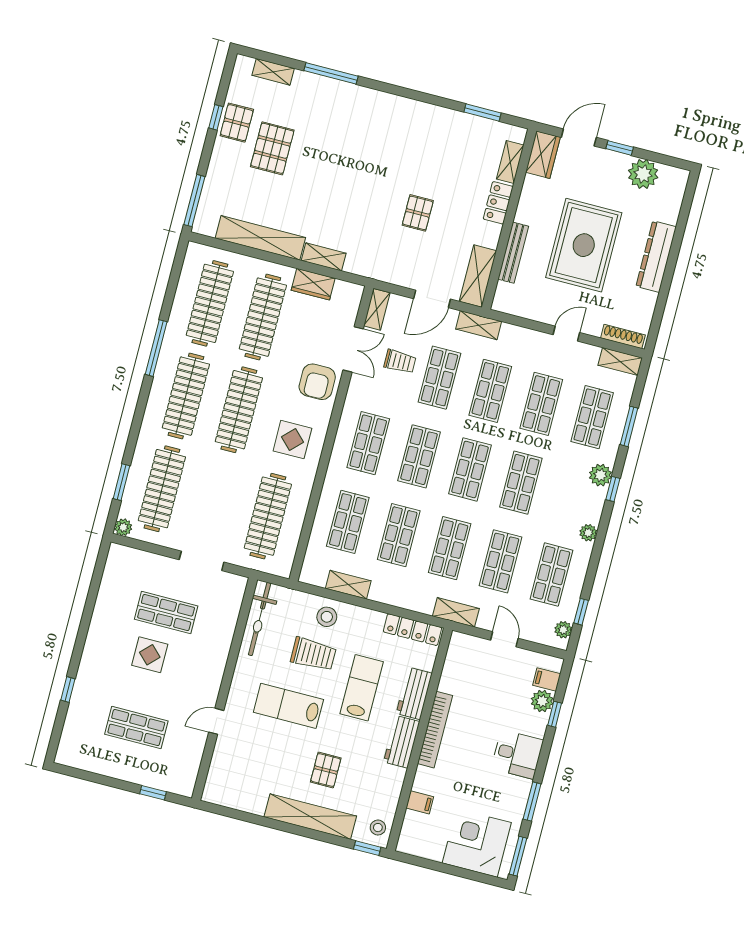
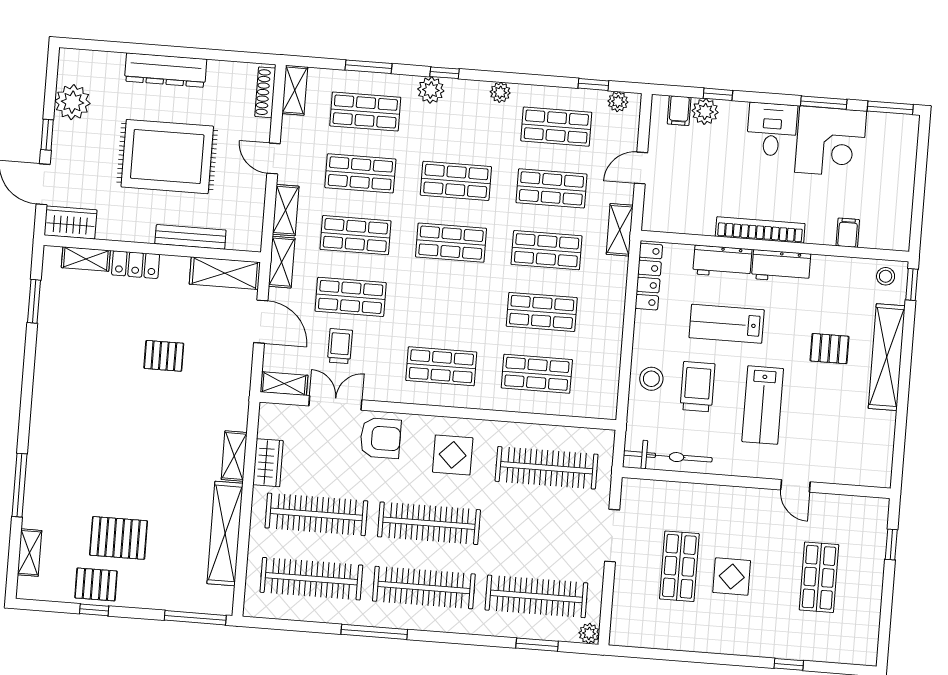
shop shelf: (419, 456) -> (446, 304), removed
shelving: (348, 585) -> (286, 210), moved
corner desk: (477, 843) -> (831, 142), moved, turned -90

